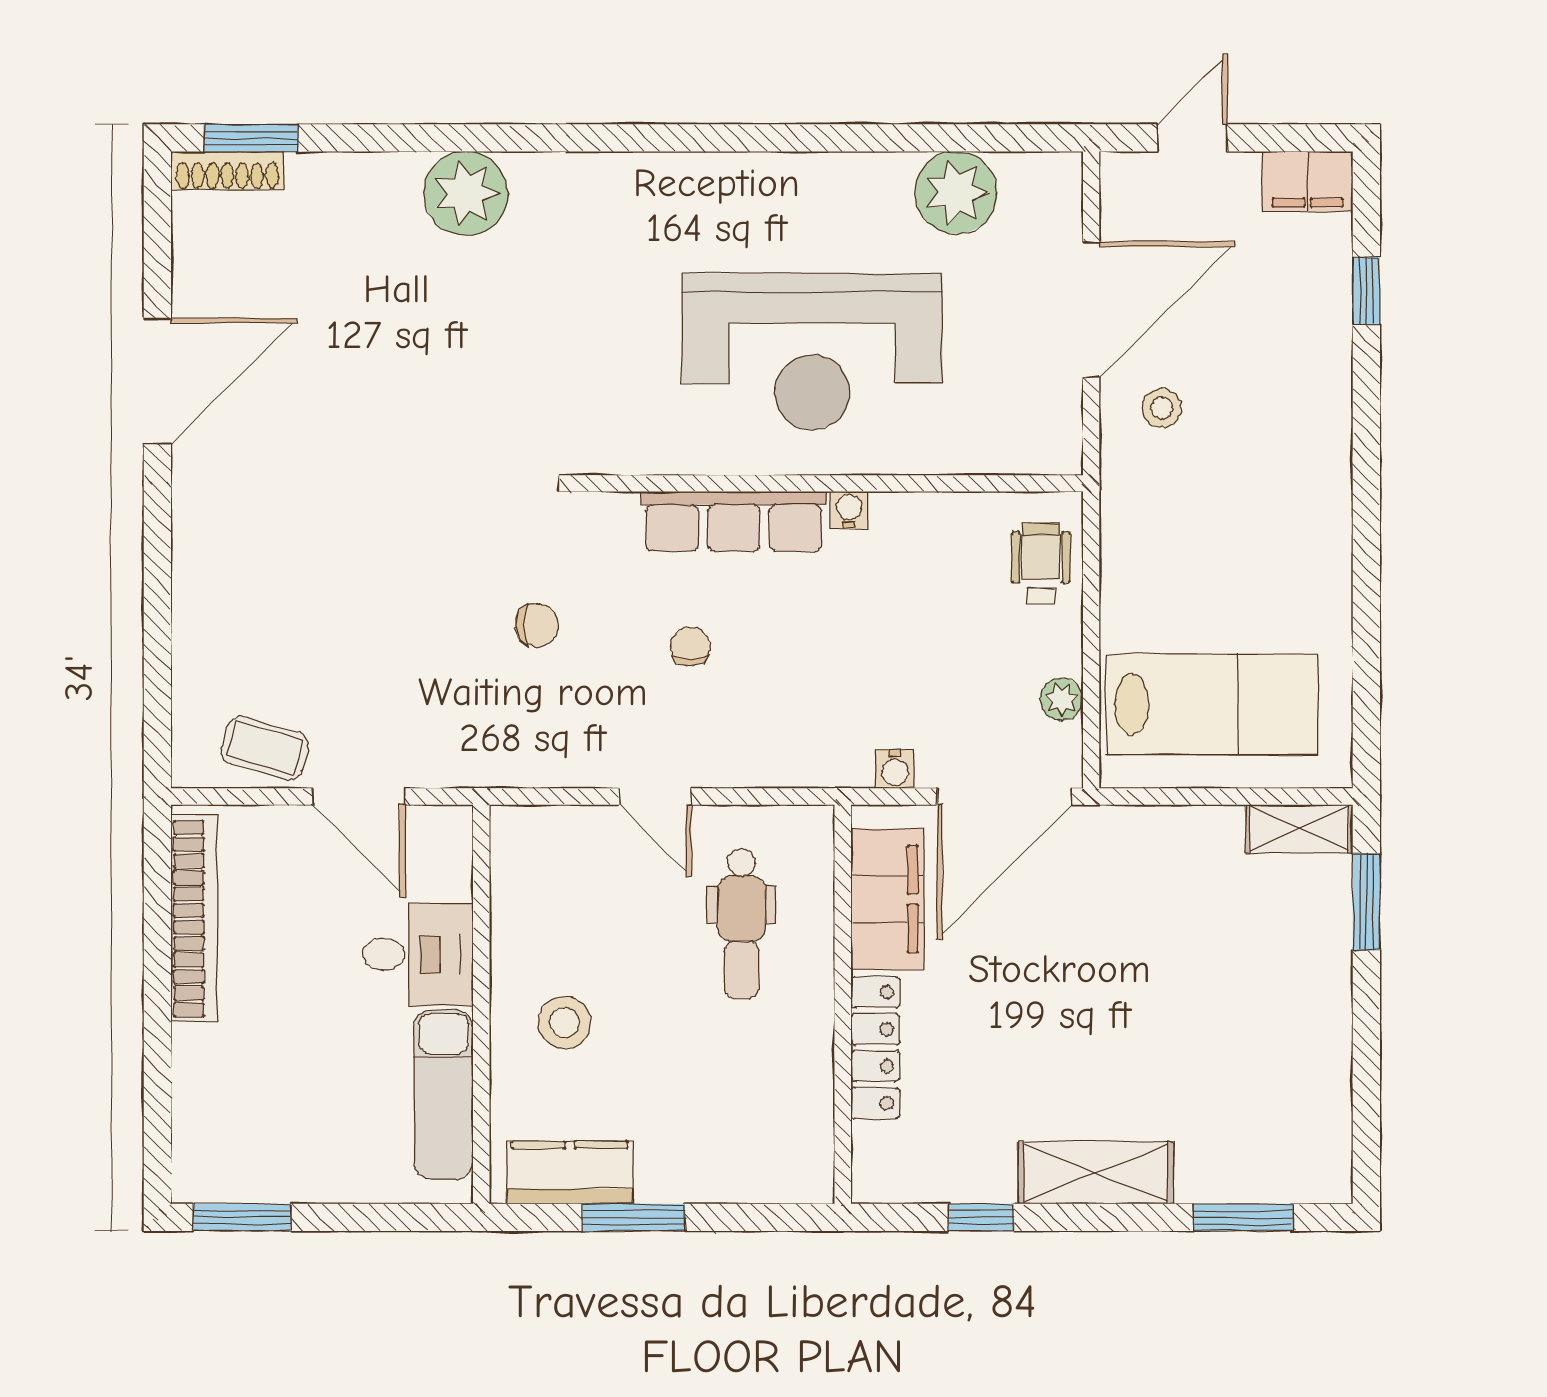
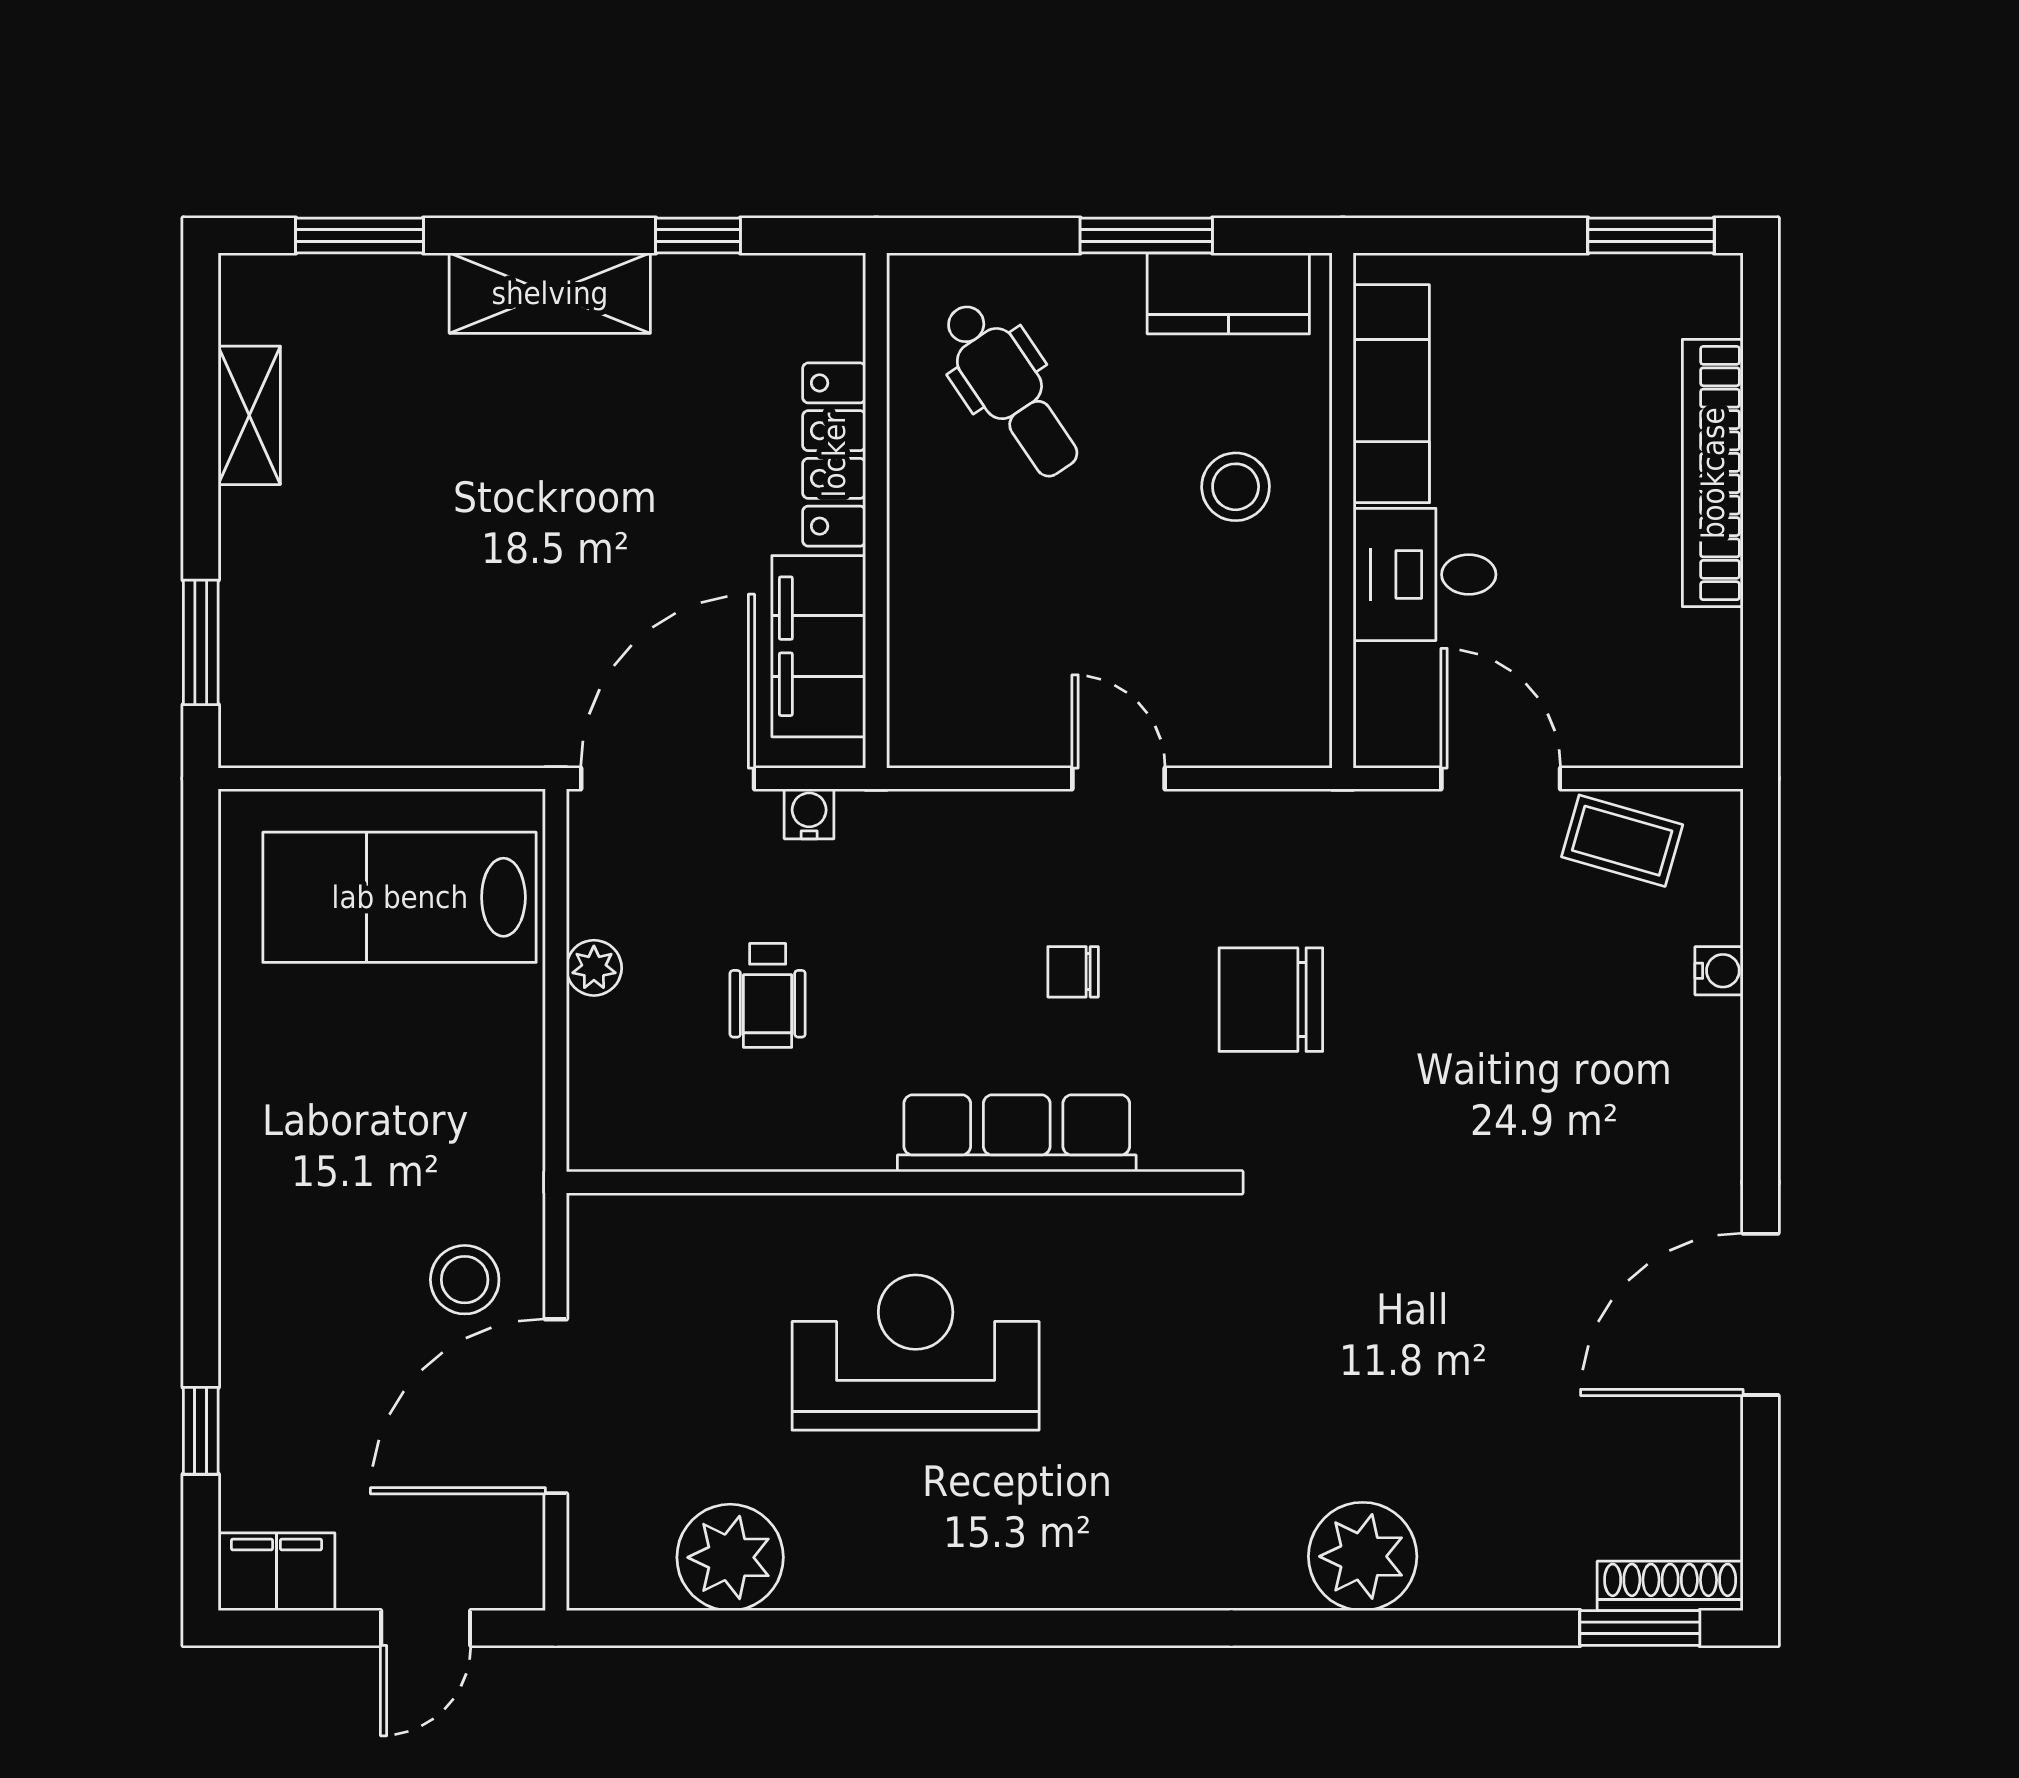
reception desk: (812, 351) -> (916, 1352), width x0.74, depth x0.77
stool: (1162, 408) -> (465, 1280), width x1.37, depth x1.37
water cooler: (849, 510) -> (1719, 971), moved, turned -90
wheelchair: (1041, 564) -> (768, 995), moved
chair: (537, 625) -> (1271, 1000), width x1.87, depth x1.87
chair: (690, 647) -> (1073, 972), turned 90
plant: (1062, 699) -> (594, 968), moved
shelving: (1299, 829) -> (249, 415), moved, turned 90
bookcase: (194, 919) -> (1713, 473), moved
dental chair: (742, 924) -> (1010, 389), moved, turned 146

